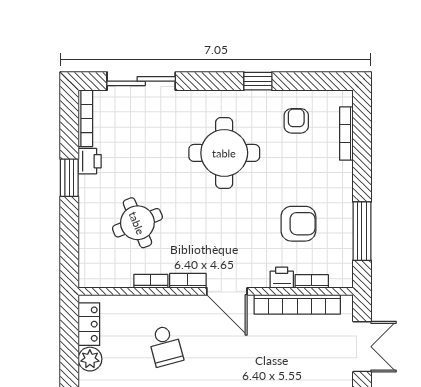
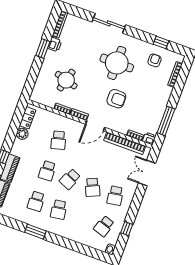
sliding door: (141, 81) -> (109, 23), moved
window: (258, 81) -> (161, 42), moved
round table: (137, 223) -> (66, 80), turned 38
armchair: (298, 224) -> (116, 99), moved
printer: (282, 278) -> (149, 139), moved
door: (227, 291) -> (95, 126), hinge flipped
double door: (362, 347) -> (147, 173), swing flipped

